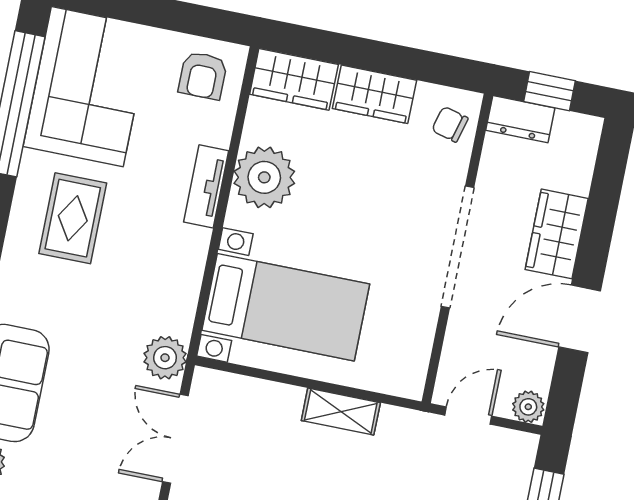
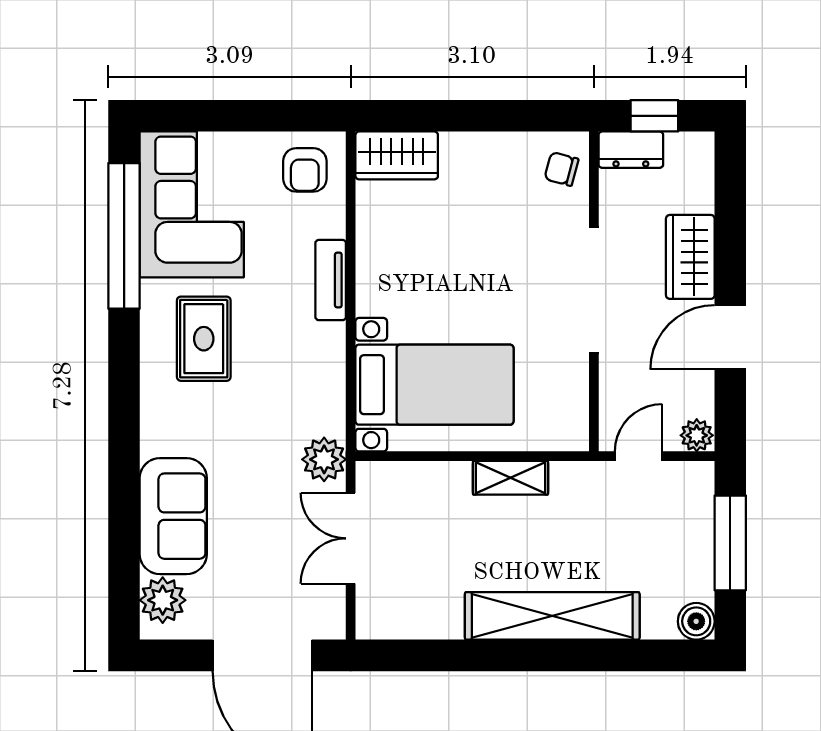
wardrobe: (375, 94) -> (480, 154), removed
plant: (264, 177) -> (387, 259), removed

